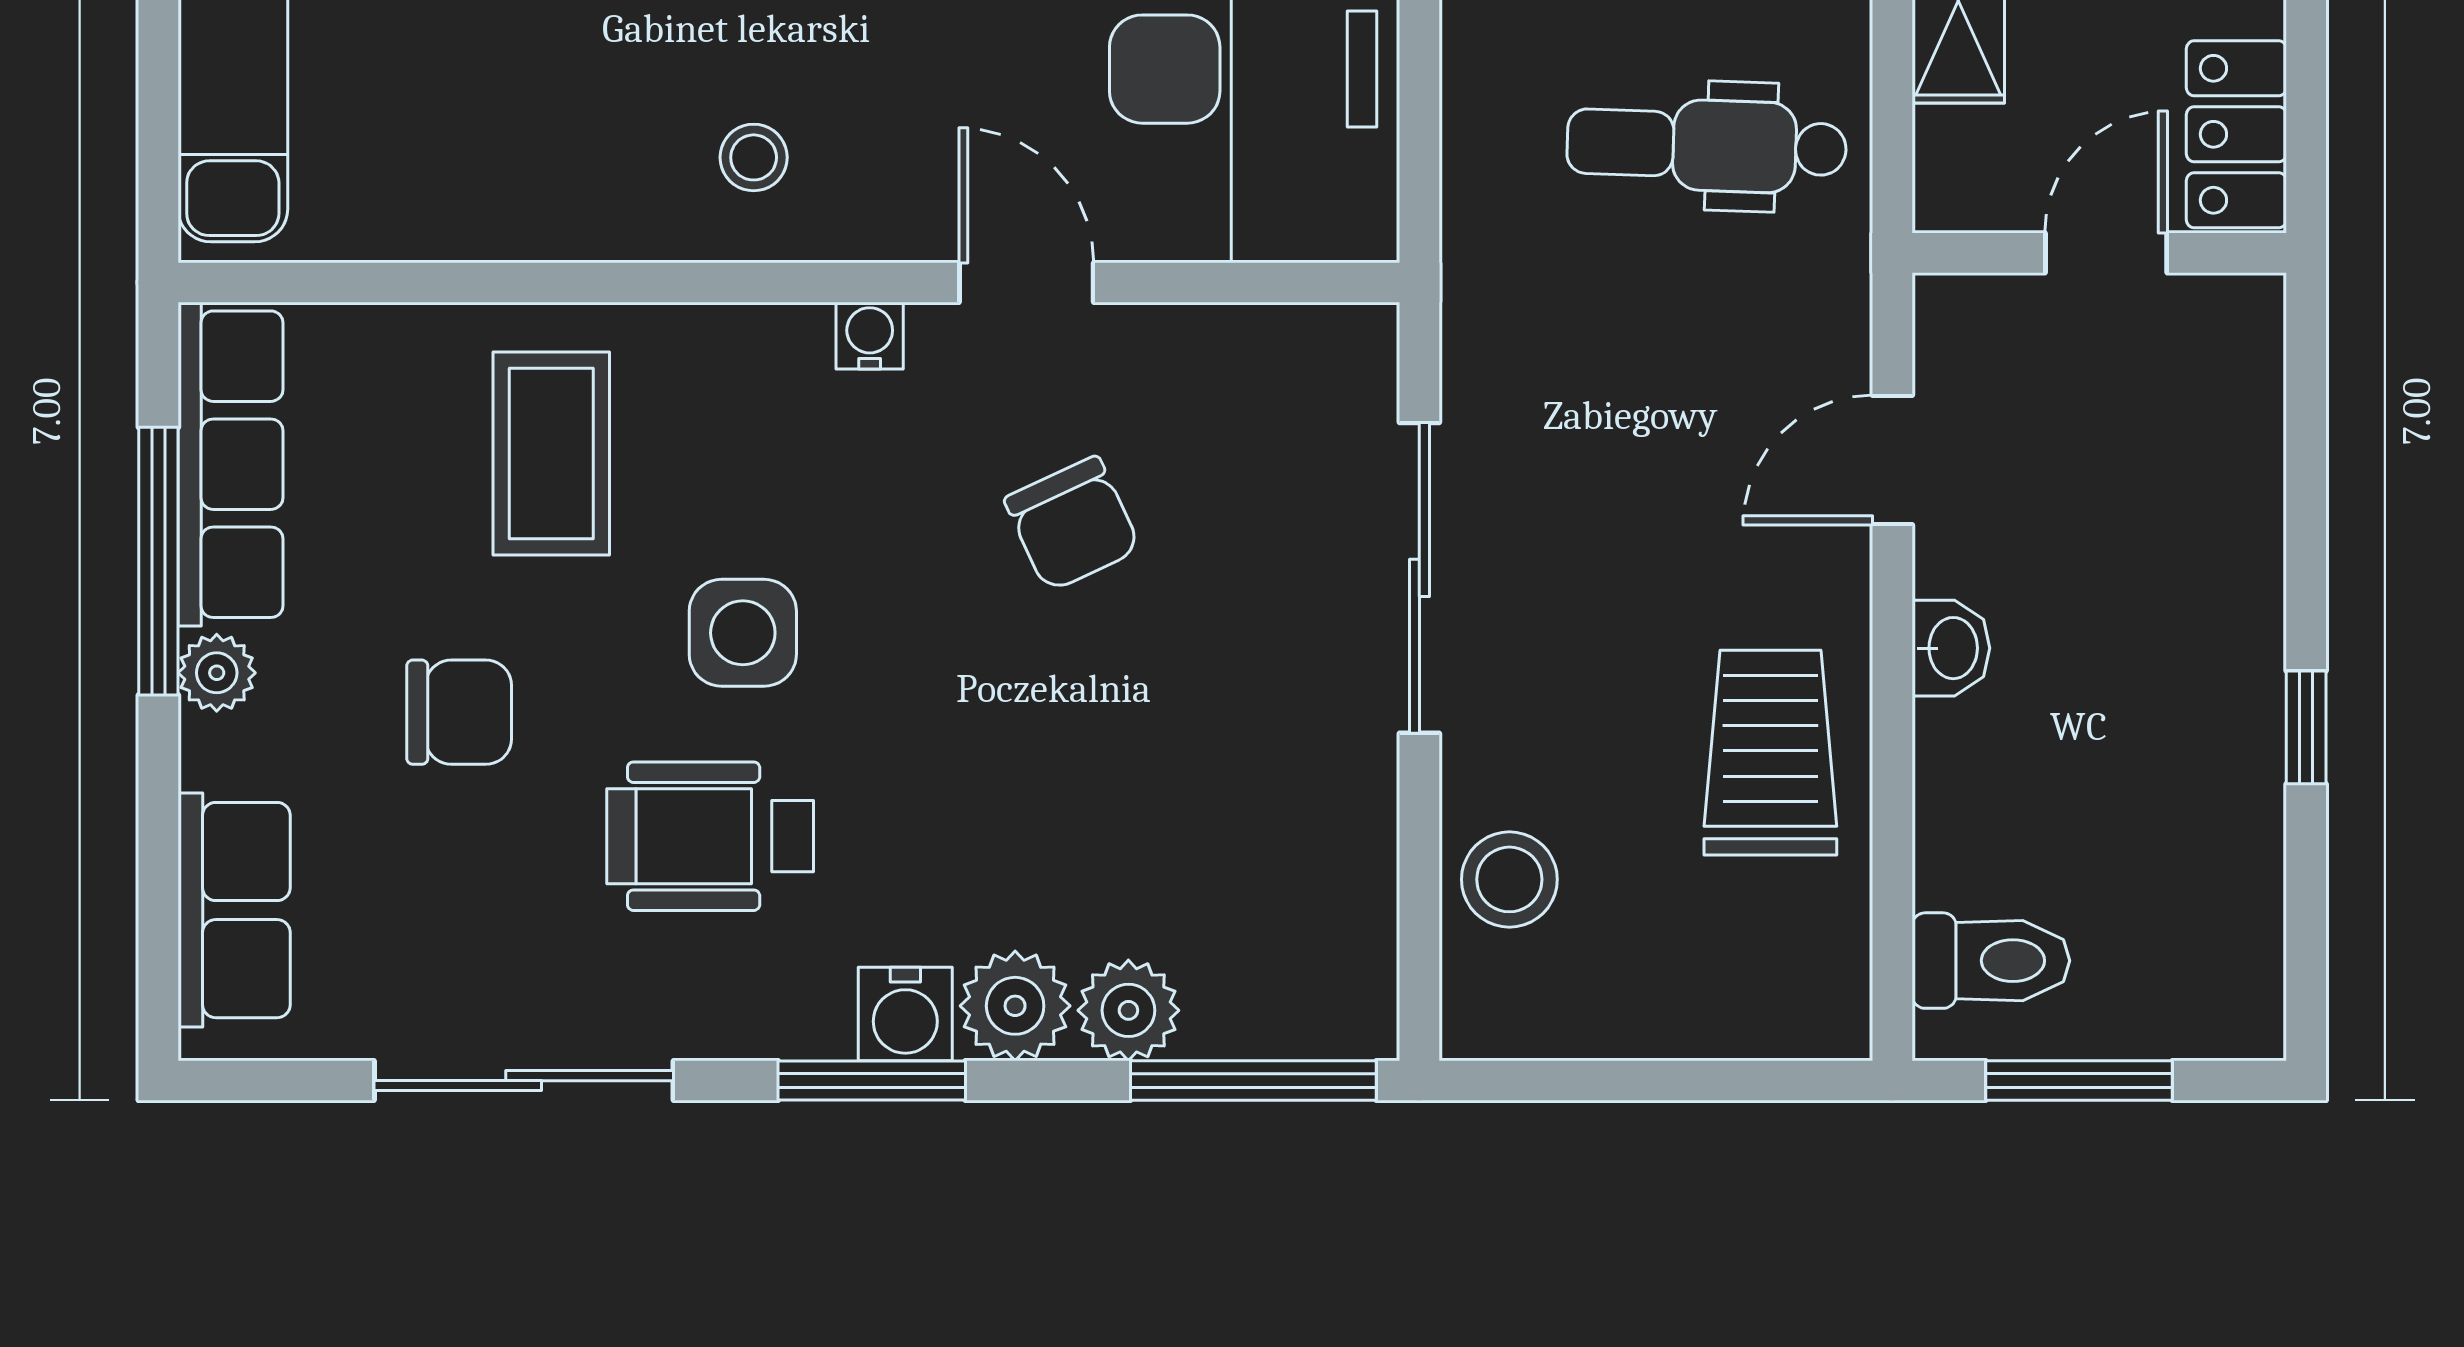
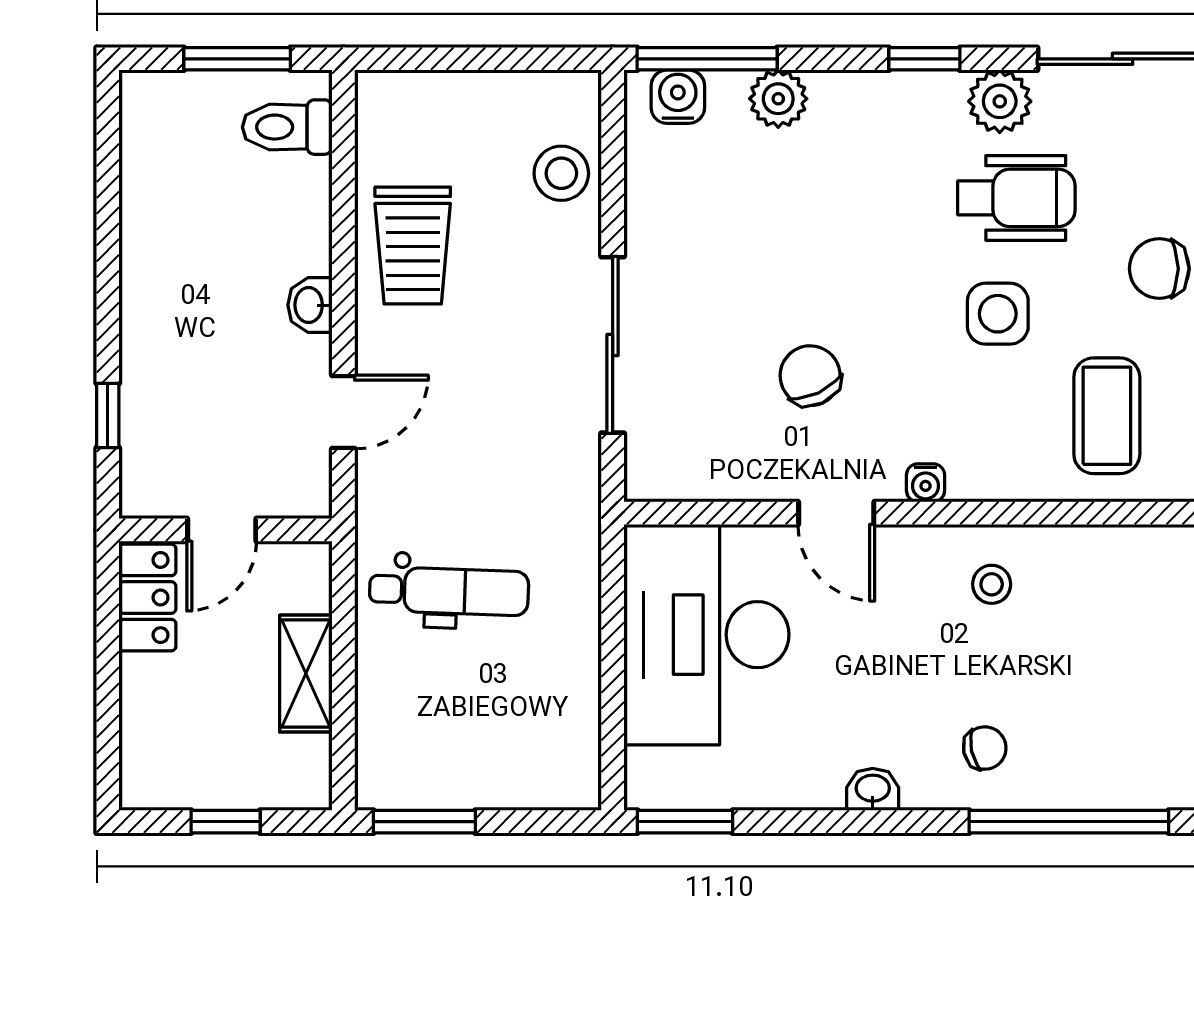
window: (2306, 727) -> (108, 415), moved
plant: (1015, 1006) -> (1000, 101), moved
water cooler: (905, 1014) -> (678, 97), moved
window: (872, 1081) -> (924, 59), width x0.67

